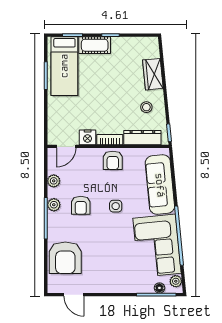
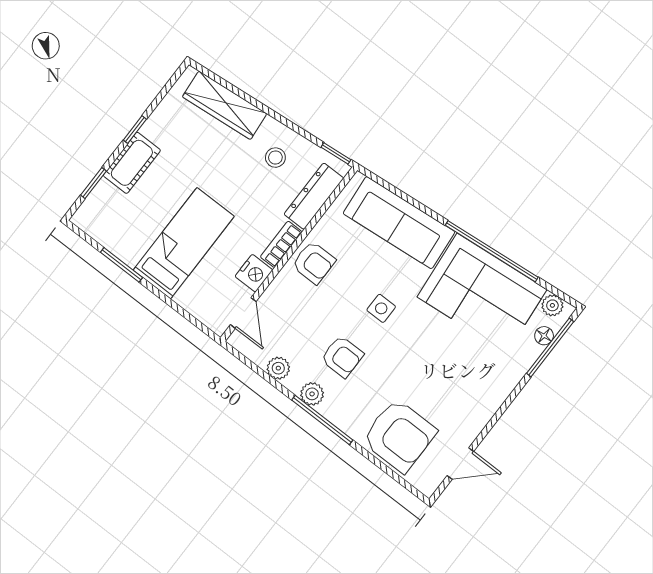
bed: (64, 66) -> (184, 243), moved, turned -90
wardrobe: (153, 74) -> (225, 105), width x1.50

